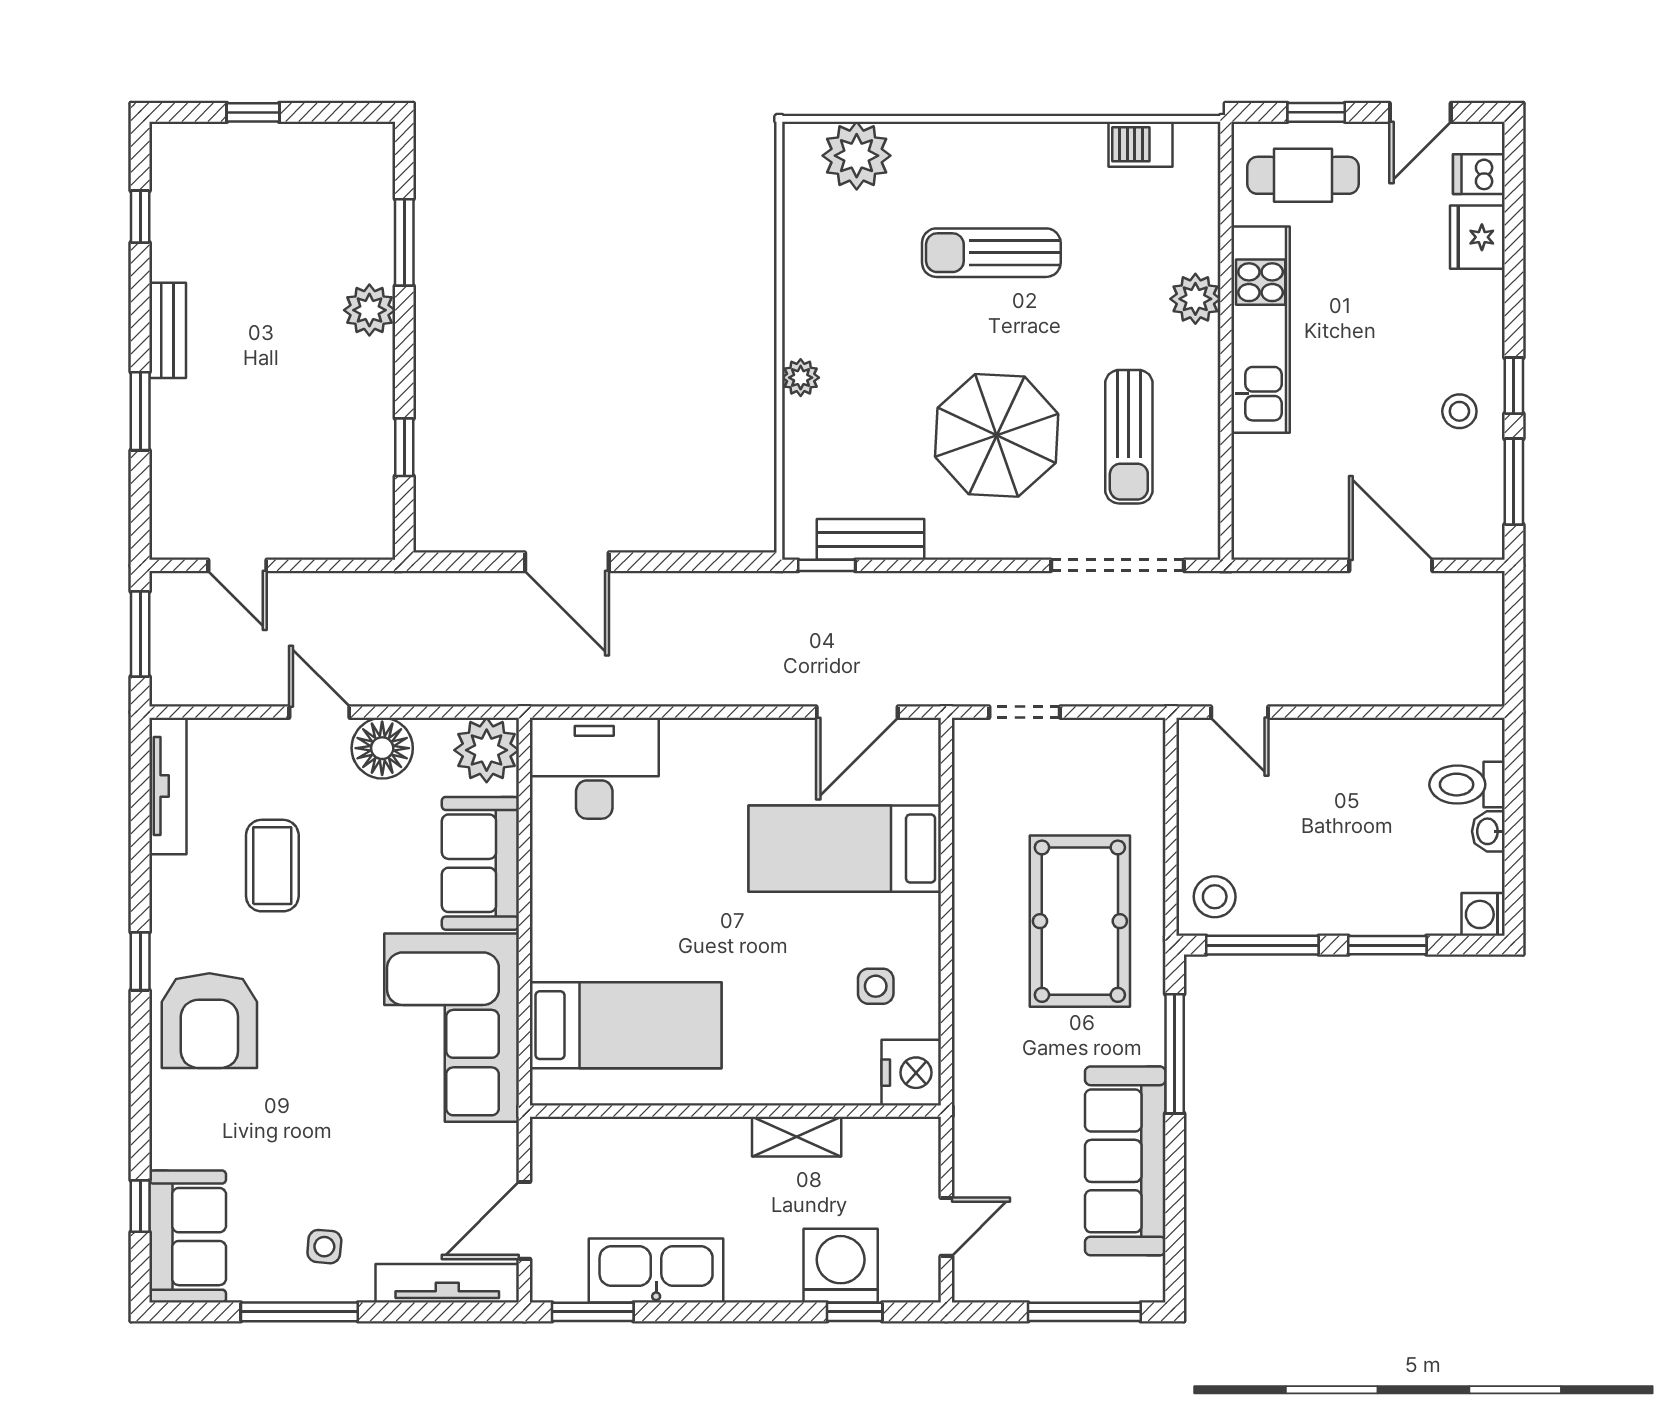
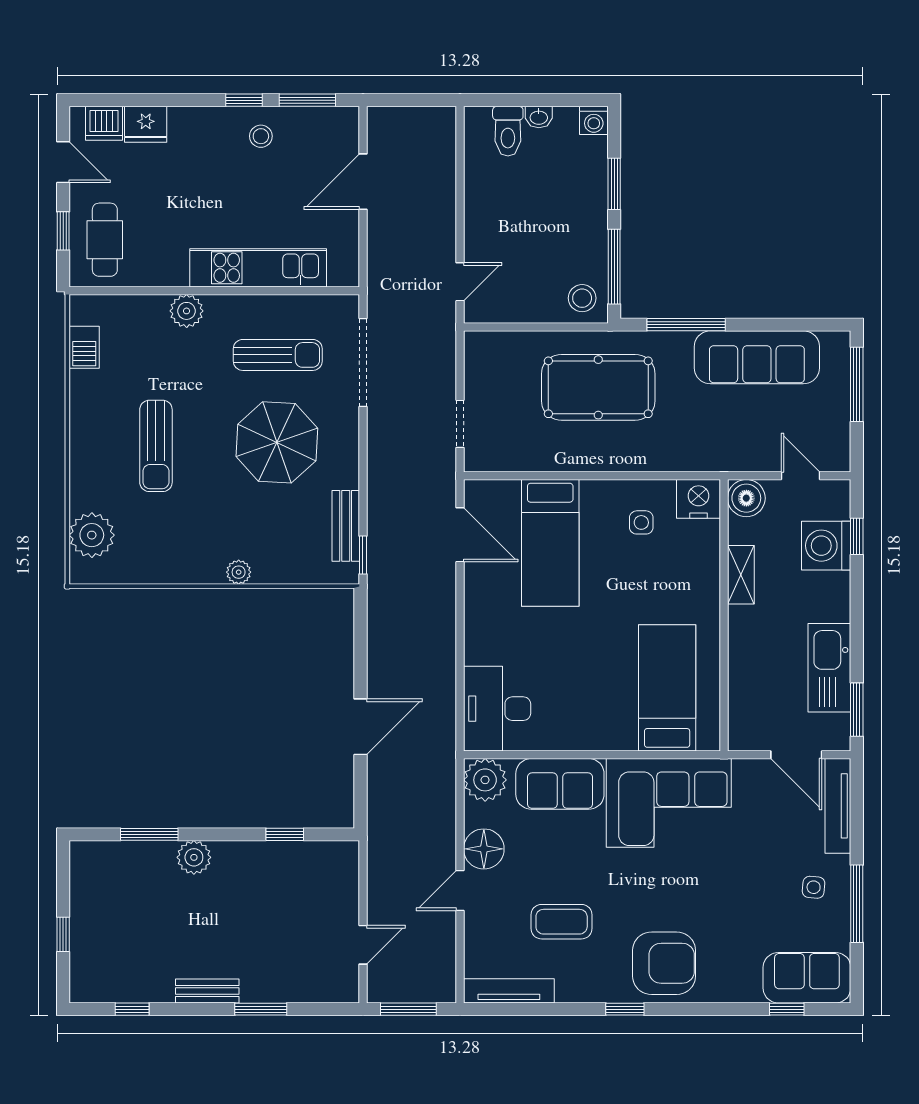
dishwasher: (1479, 174) -> (104, 123), width x1.38
kitchen unit: (1261, 330) -> (258, 268), moved
boiler: (912, 1145) -> (746, 498), added

